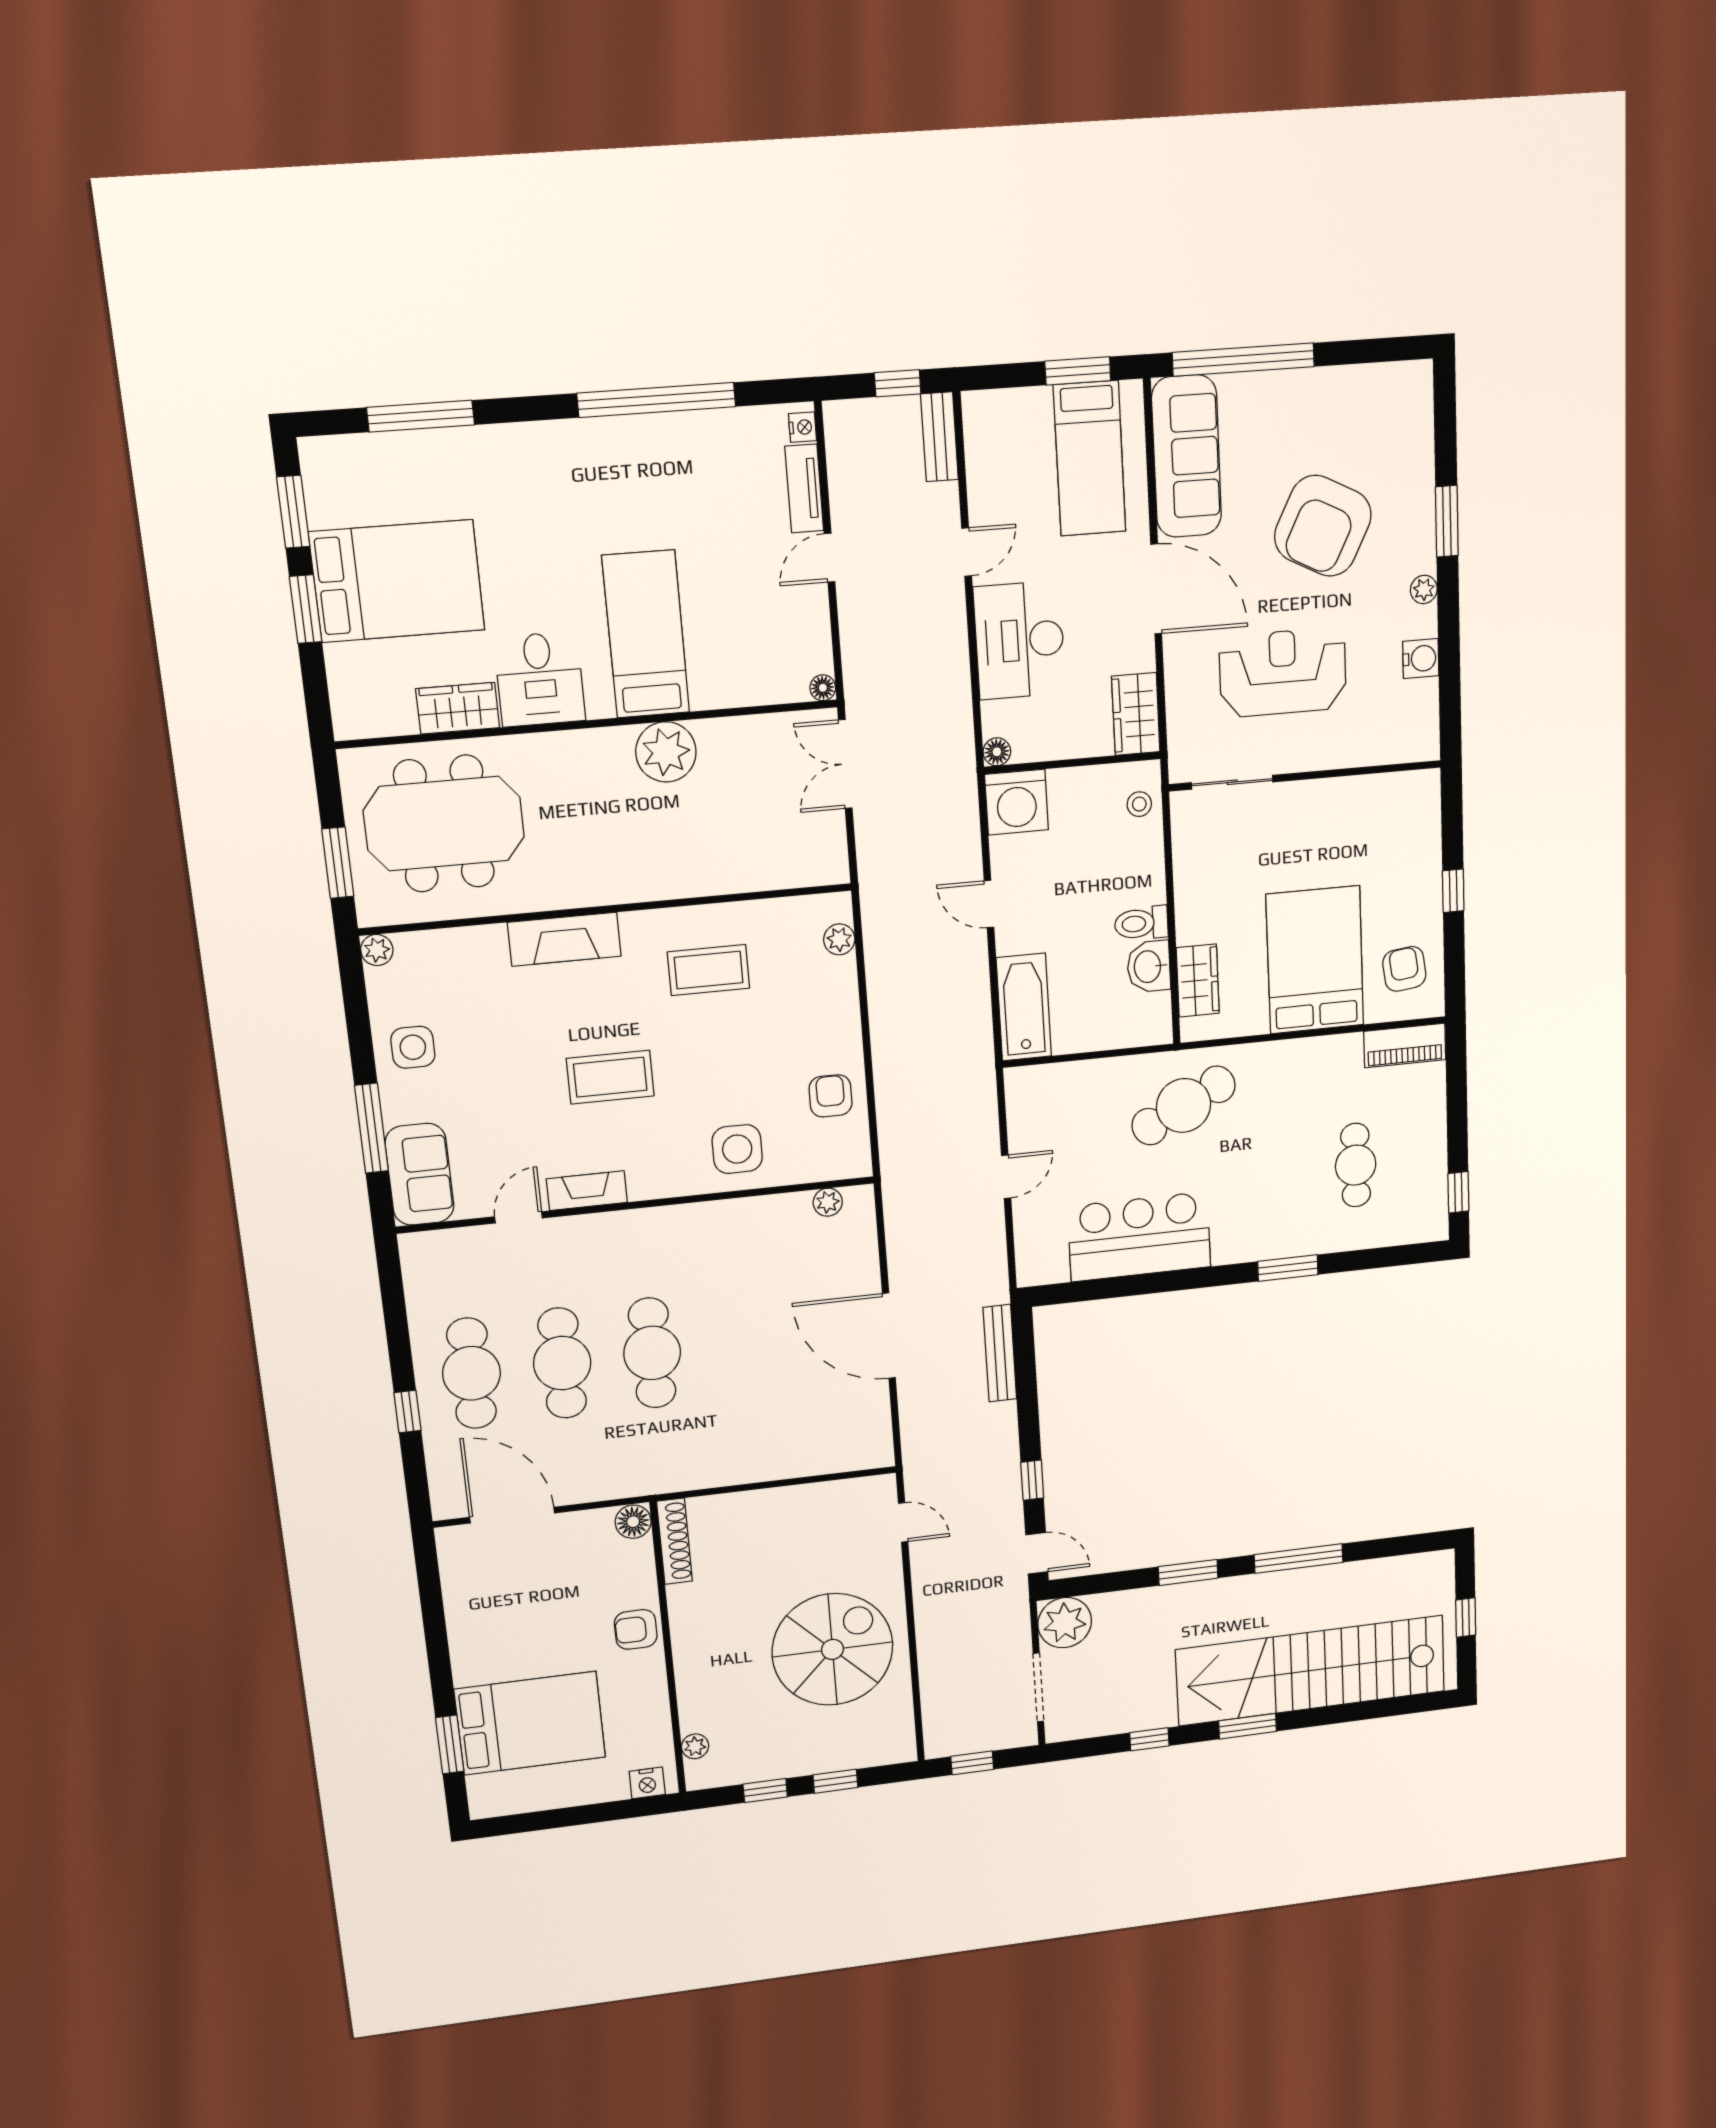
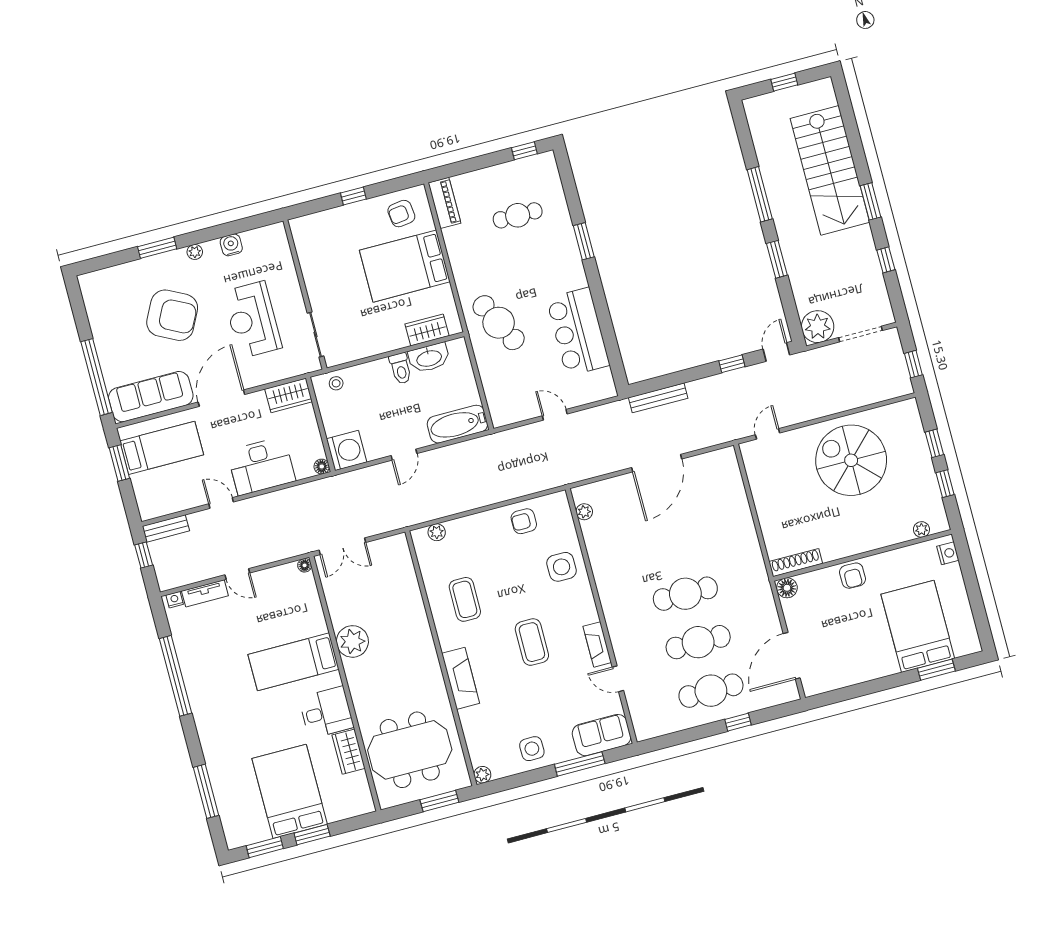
meeting table: (444, 824) -> (410, 750), turned 90
washbasin: (1149, 966) -> (429, 358), width x1.38
stairs: (1311, 1671) -> (830, 170), width x0.73

